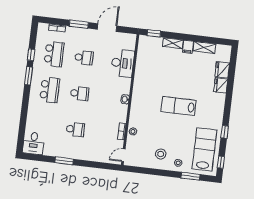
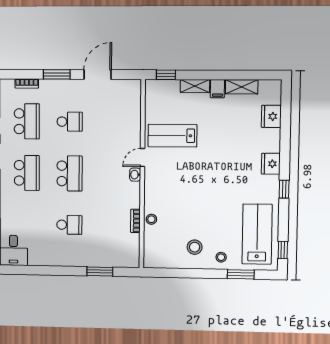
desk: (123, 63) -> (126, 123), removed
fridge: (221, 85) -> (271, 164), moved
school desk: (80, 94) -> (70, 173), width x1.85
lab bench: (179, 106) -> (172, 136), moved
window: (225, 132) -> (284, 189), moved
door: (123, 155) -> (142, 157), moved
window: (64, 161) -> (100, 271), moved

